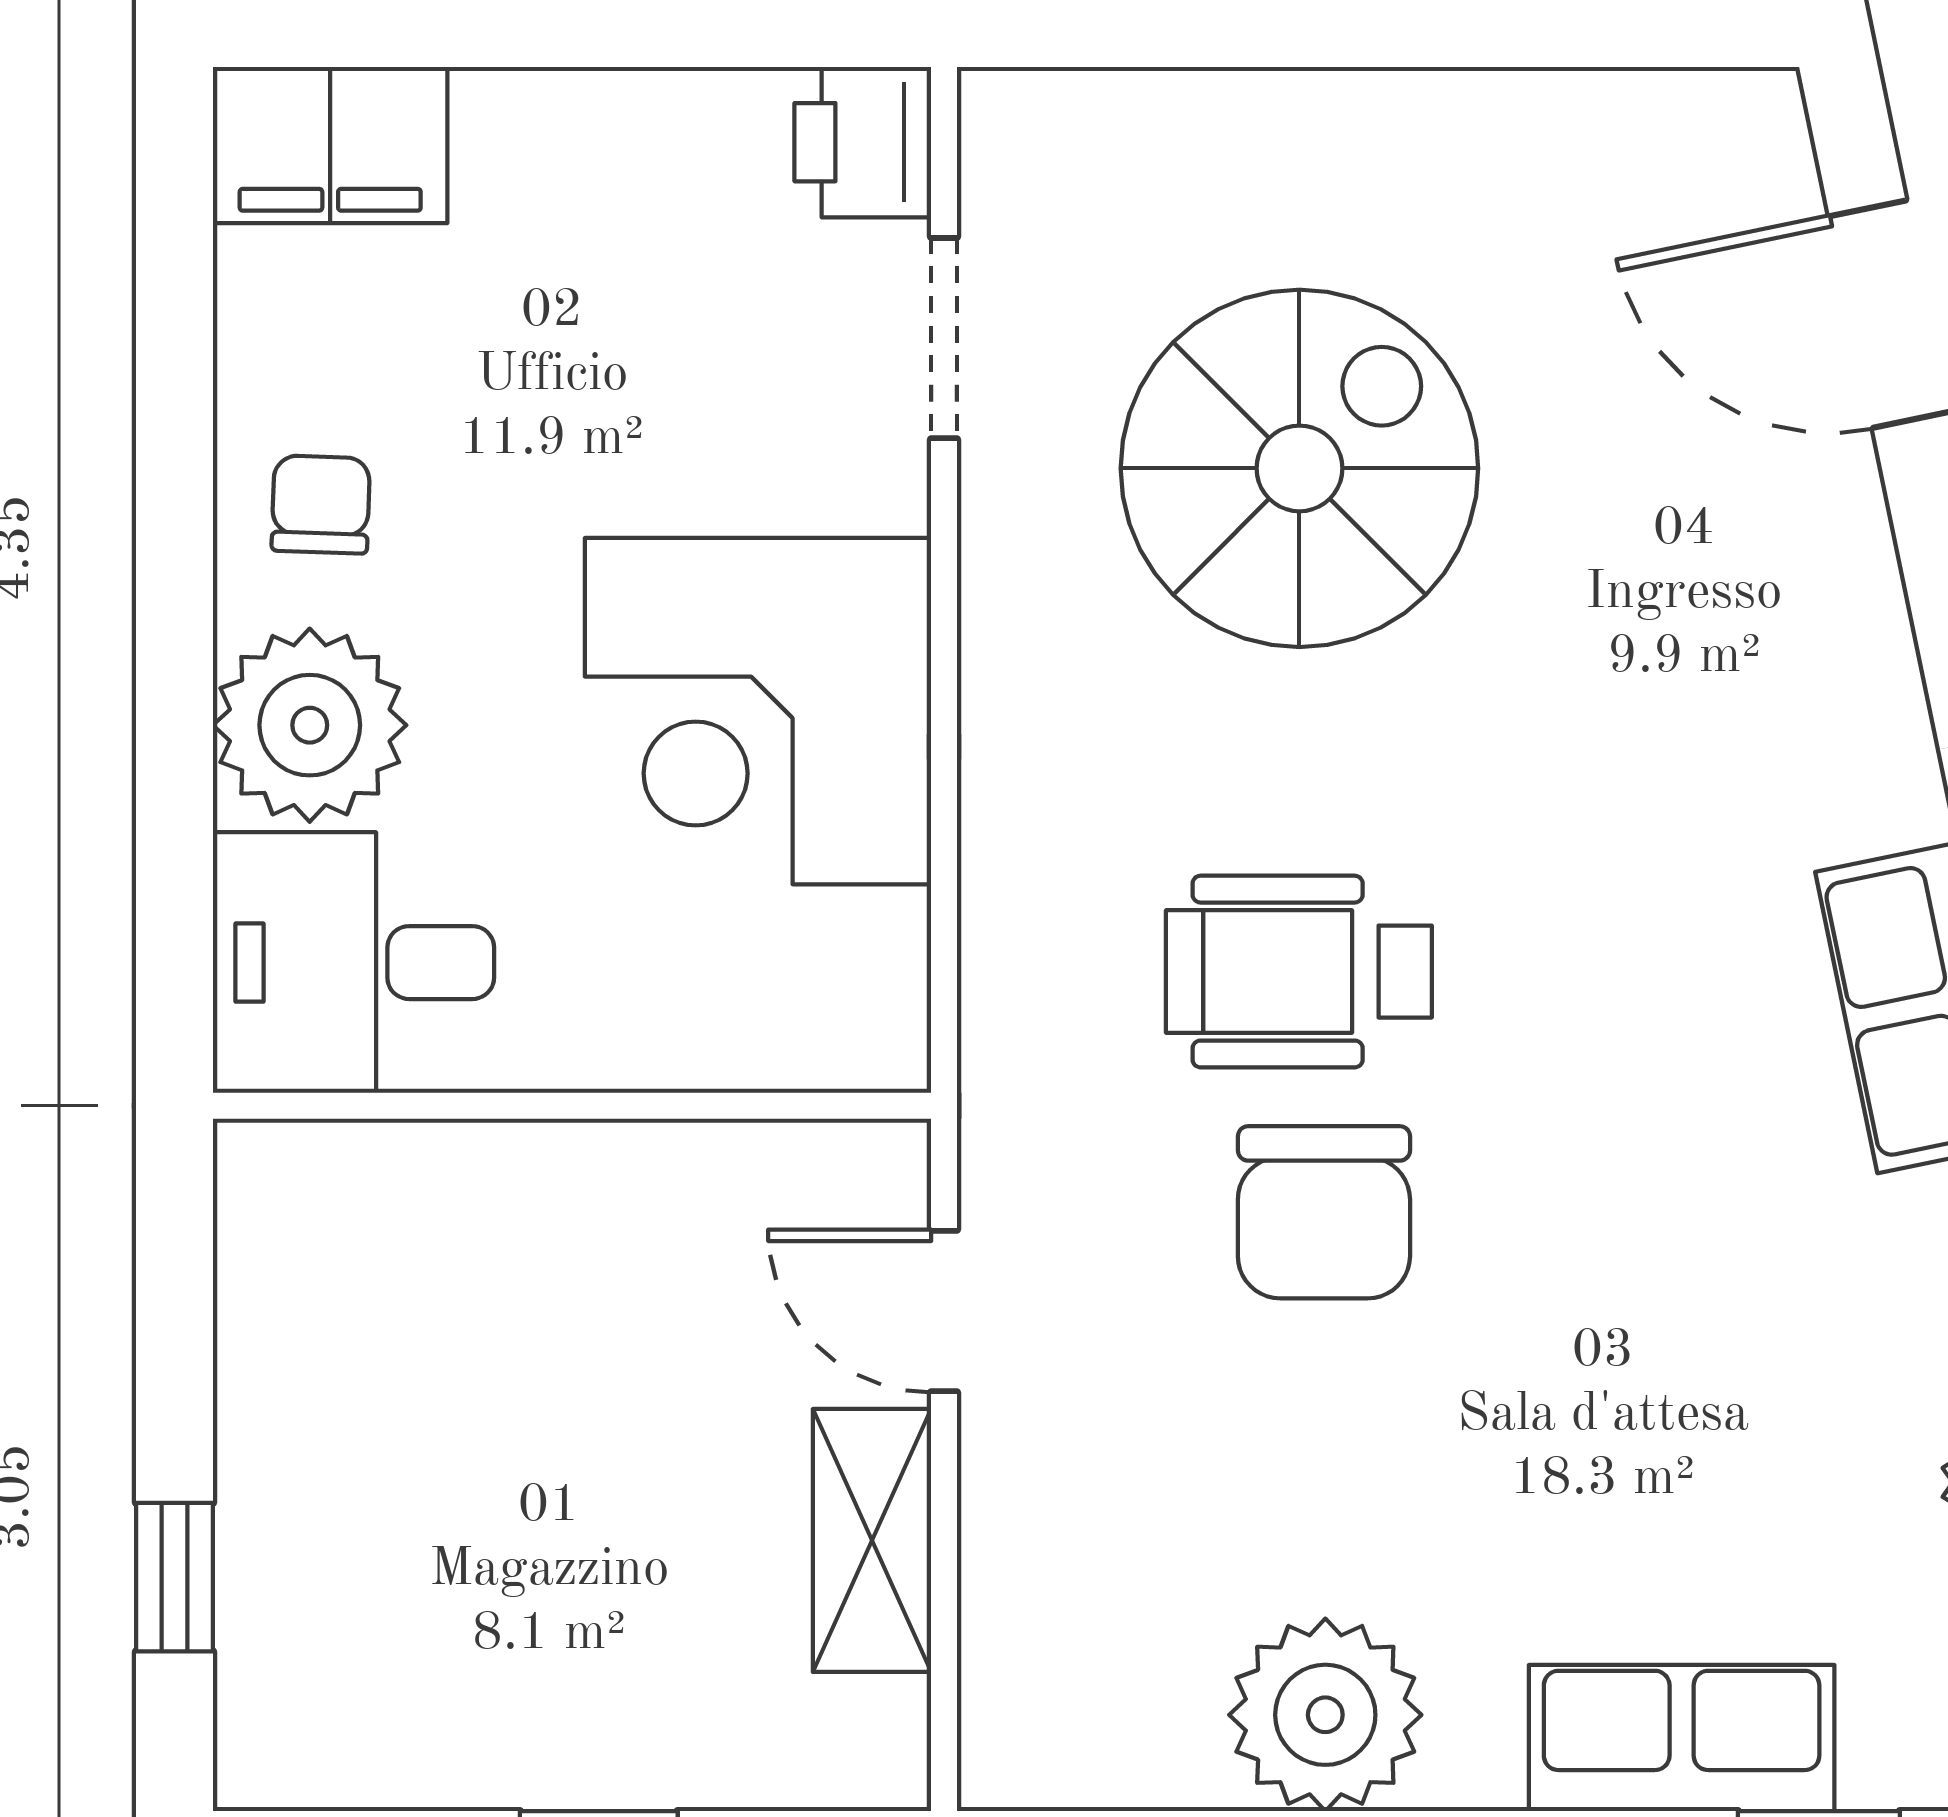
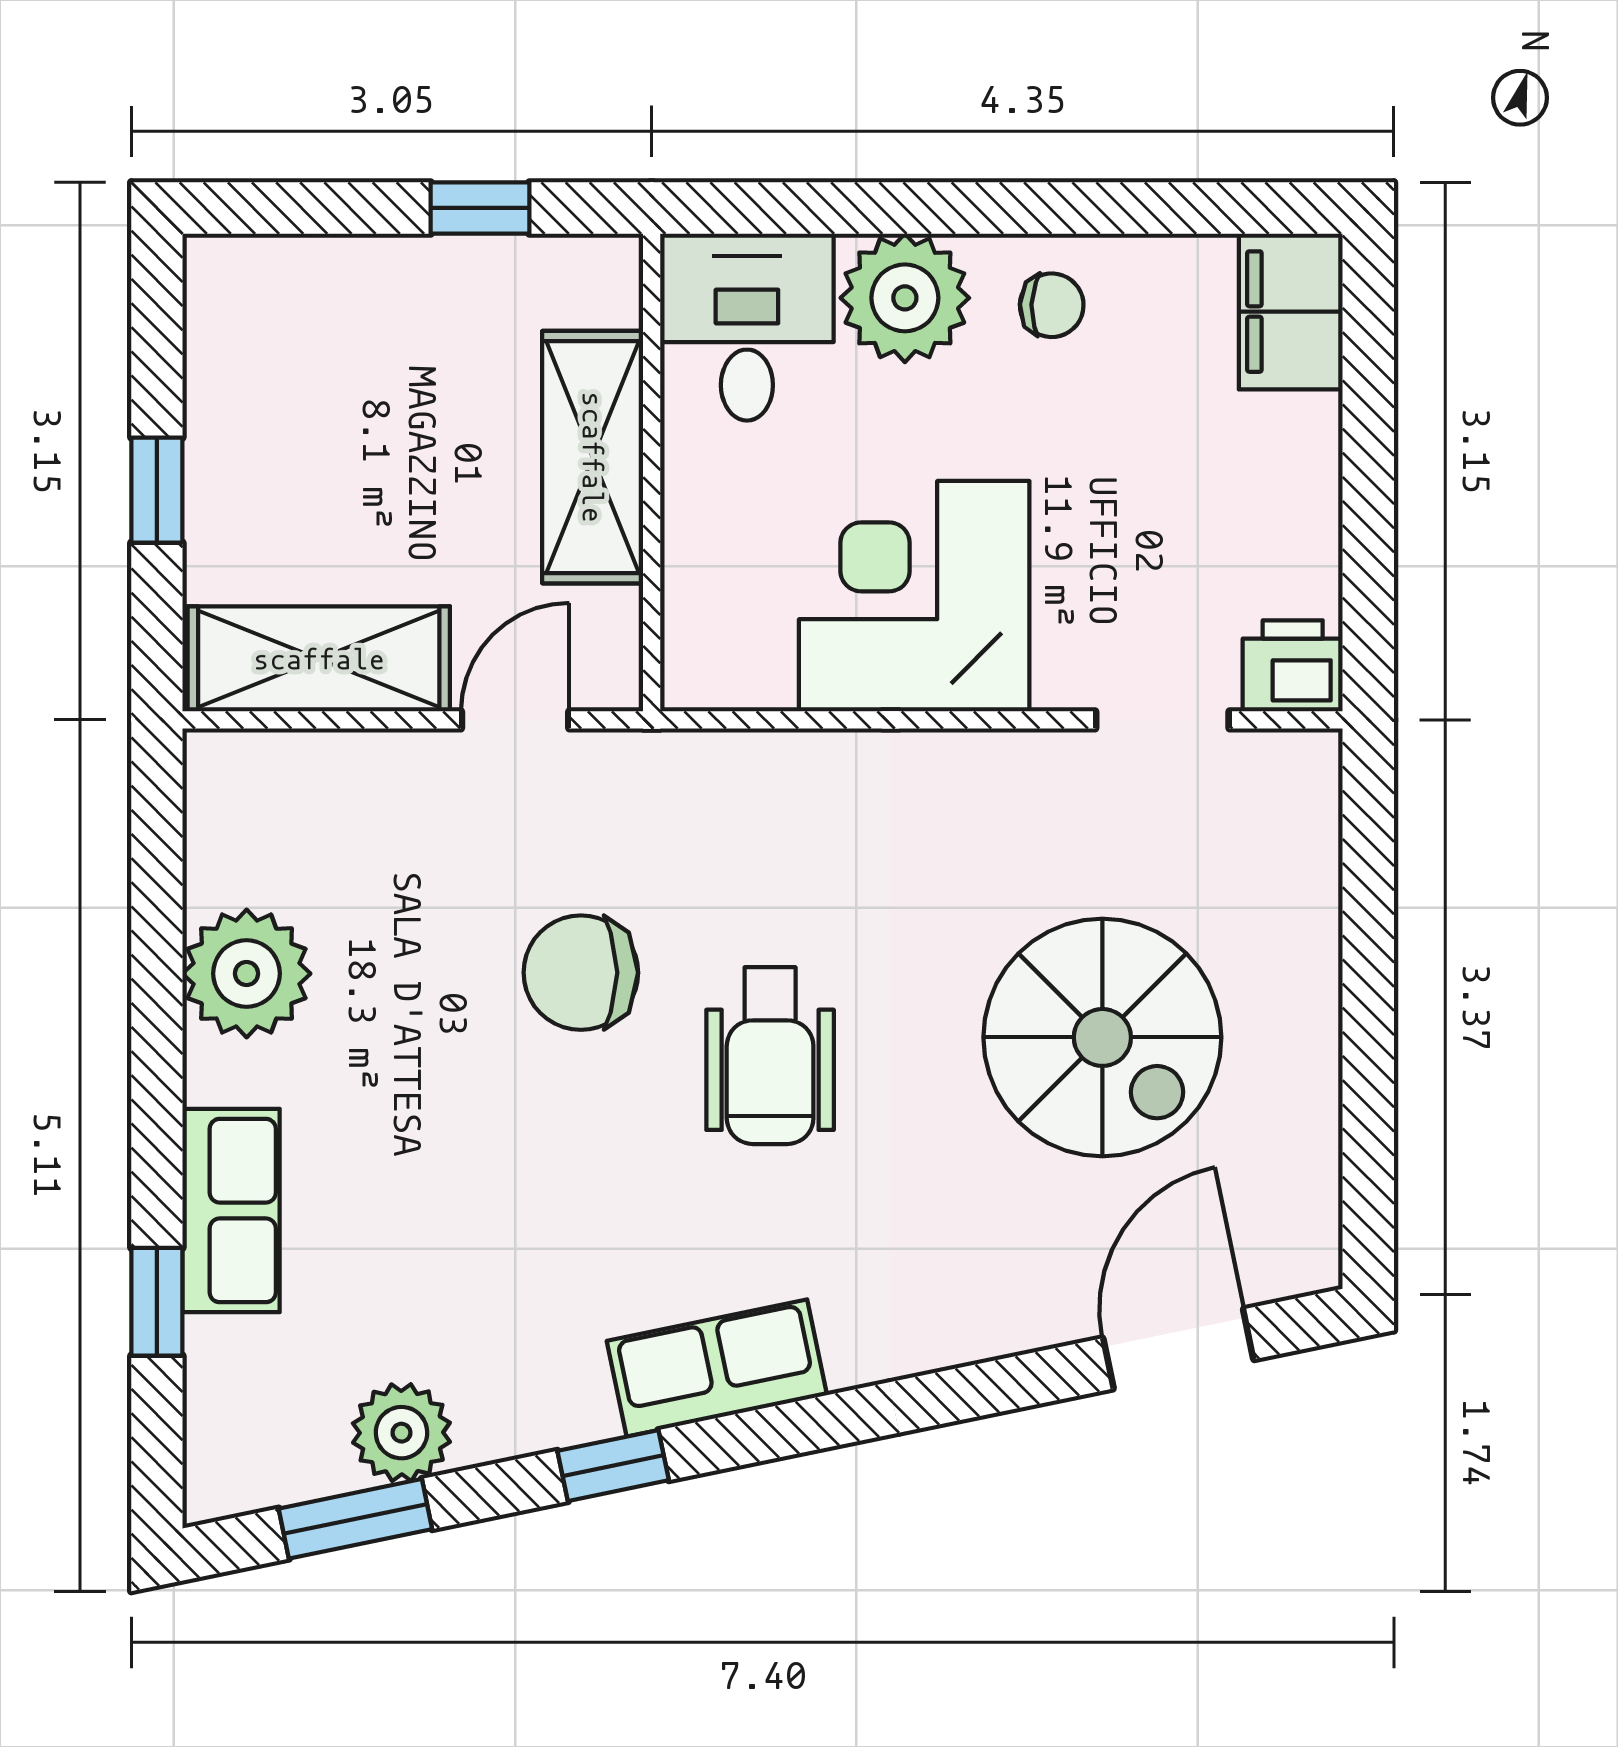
spiral stairs: (1299, 468) -> (1102, 1037), moved
wheelchair: (1299, 972) -> (770, 1056), moved, turned 180
shelving: (549, 1194) -> (593, 457), added
shelving: (872, 1540) -> (319, 659), width x1.50, depth x1.33
window: (175, 1577) -> (480, 208), moved

